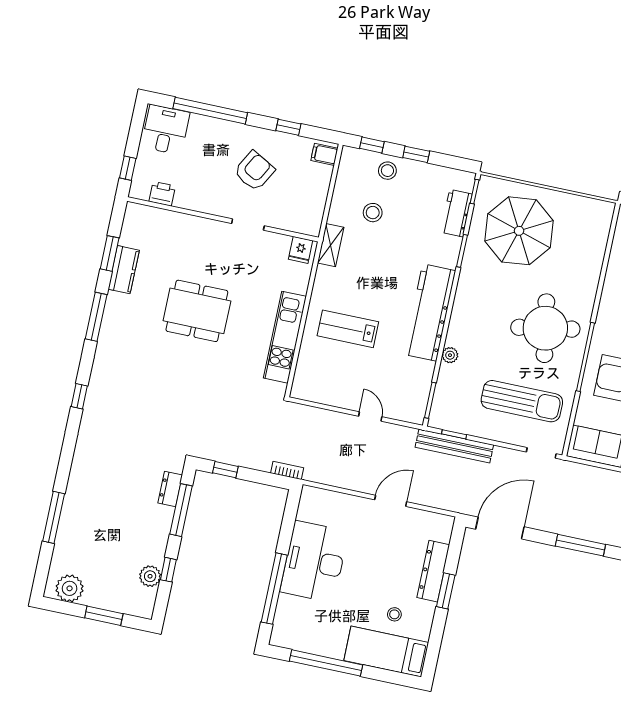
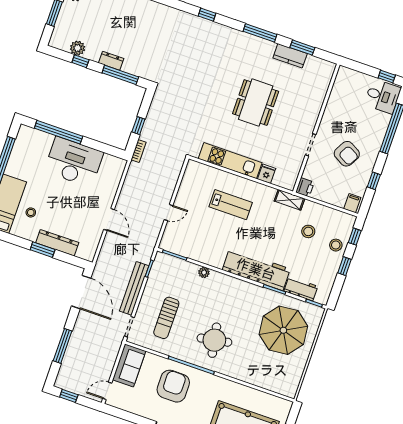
window: (128, 168) -> (387, 77), moved
printer: (162, 194) -> (305, 187), moved
fridge: (301, 250) -> (267, 174), moved, turned 90
workbench: (430, 313) -> (256, 269), moved
round table: (545, 328) -> (214, 340), width x0.73, depth x0.73
lab bench: (348, 329) -> (231, 205), turned 90
sun lounger: (522, 401) -> (166, 318), width x0.73, depth x0.75
bench: (454, 446) -> (134, 288), moved
window: (225, 470) -> (138, 126), moved
dresser: (170, 489) -> (111, 61), moved

